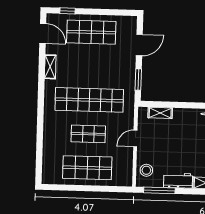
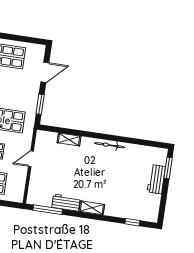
shelving: (160, 113) -> (69, 139), moved
stool: (146, 170) -> (38, 190), removed

